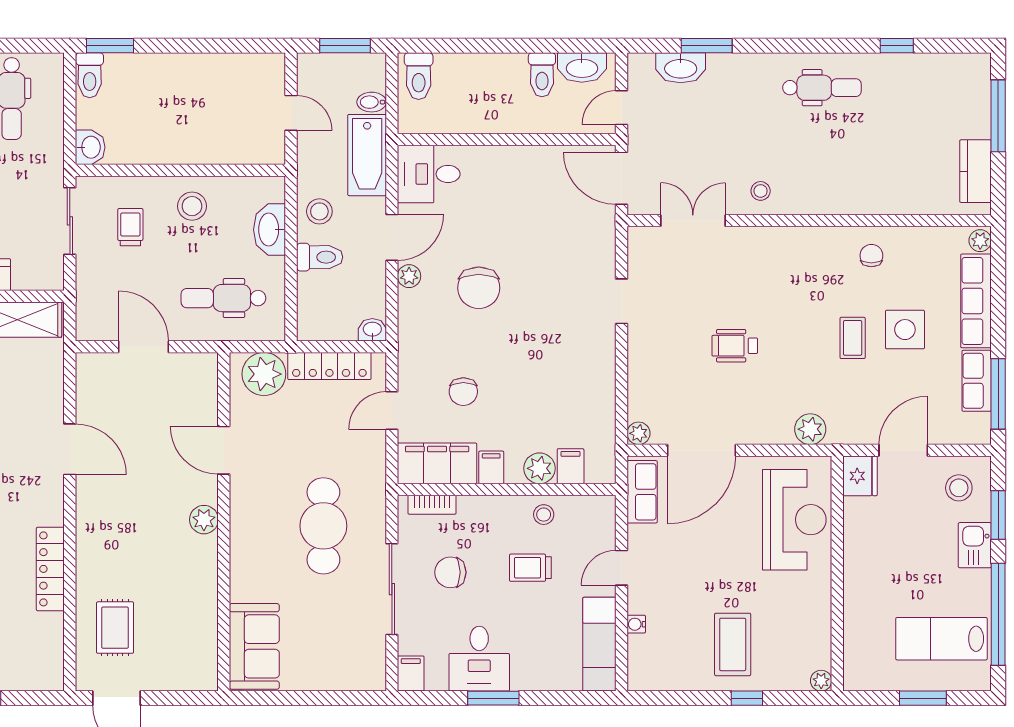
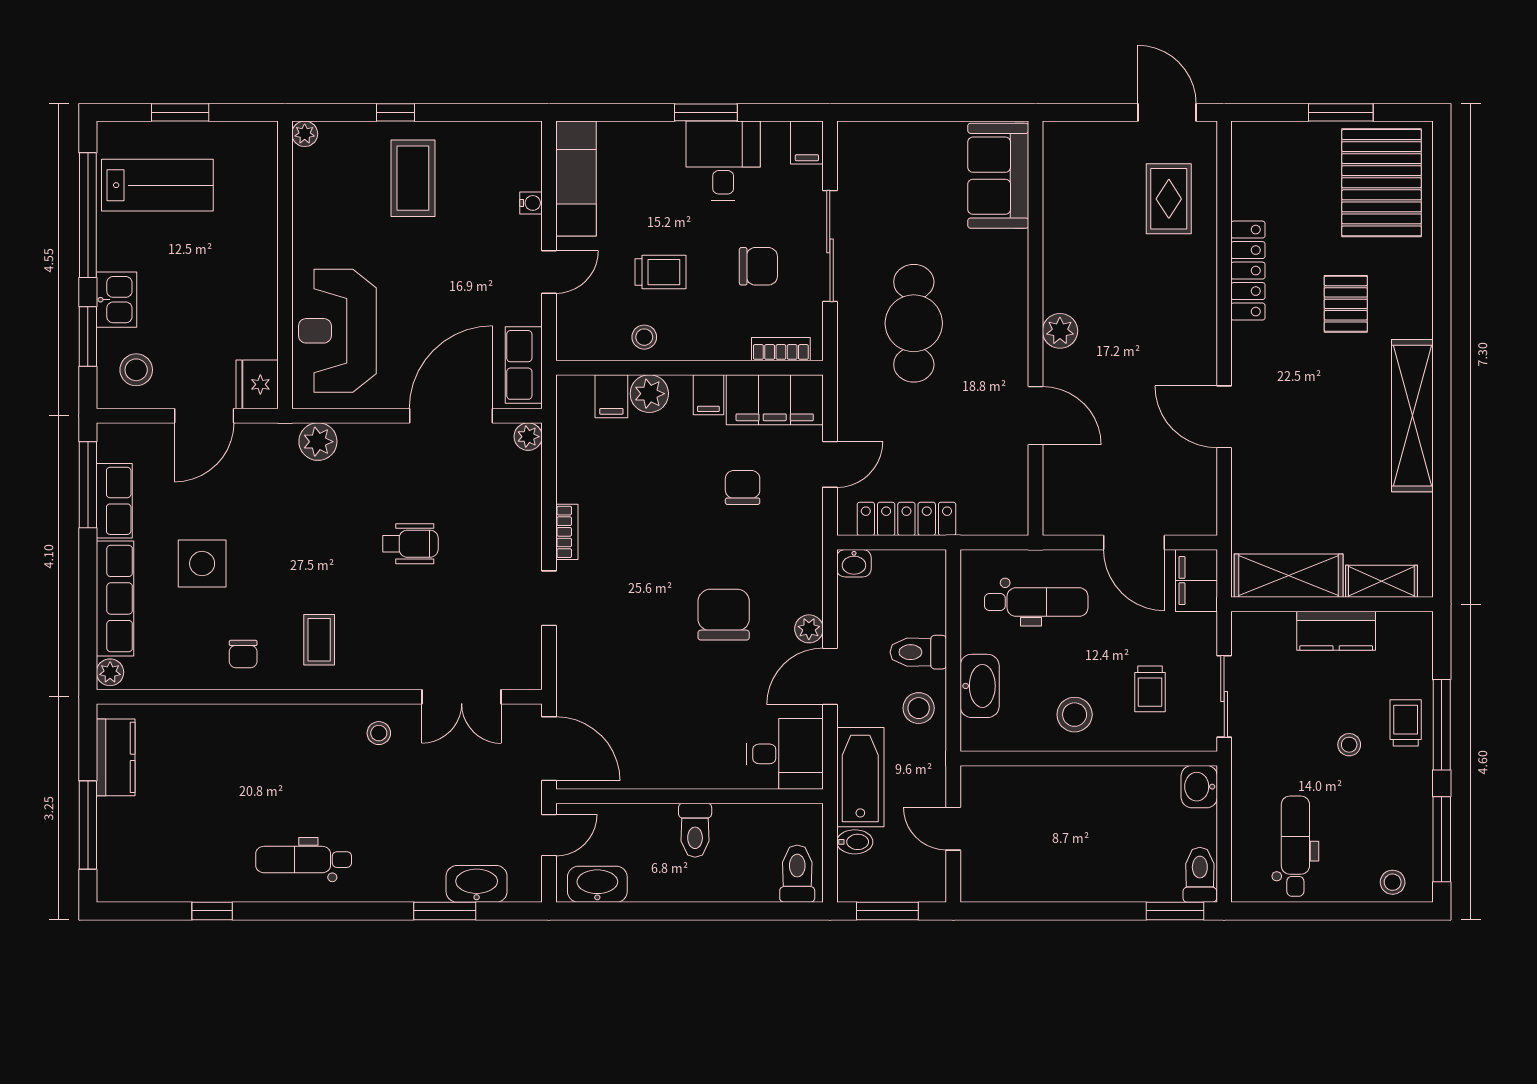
toilet: (542, 75) -> (695, 830), moved, turned 180
filing cabinet: (92, 316) -> (1196, 581), added
coffee table: (853, 338) -> (319, 640), moved
bookcase: (607, 355) -> (567, 532), added
plant: (264, 374) -> (987, 509), removed

